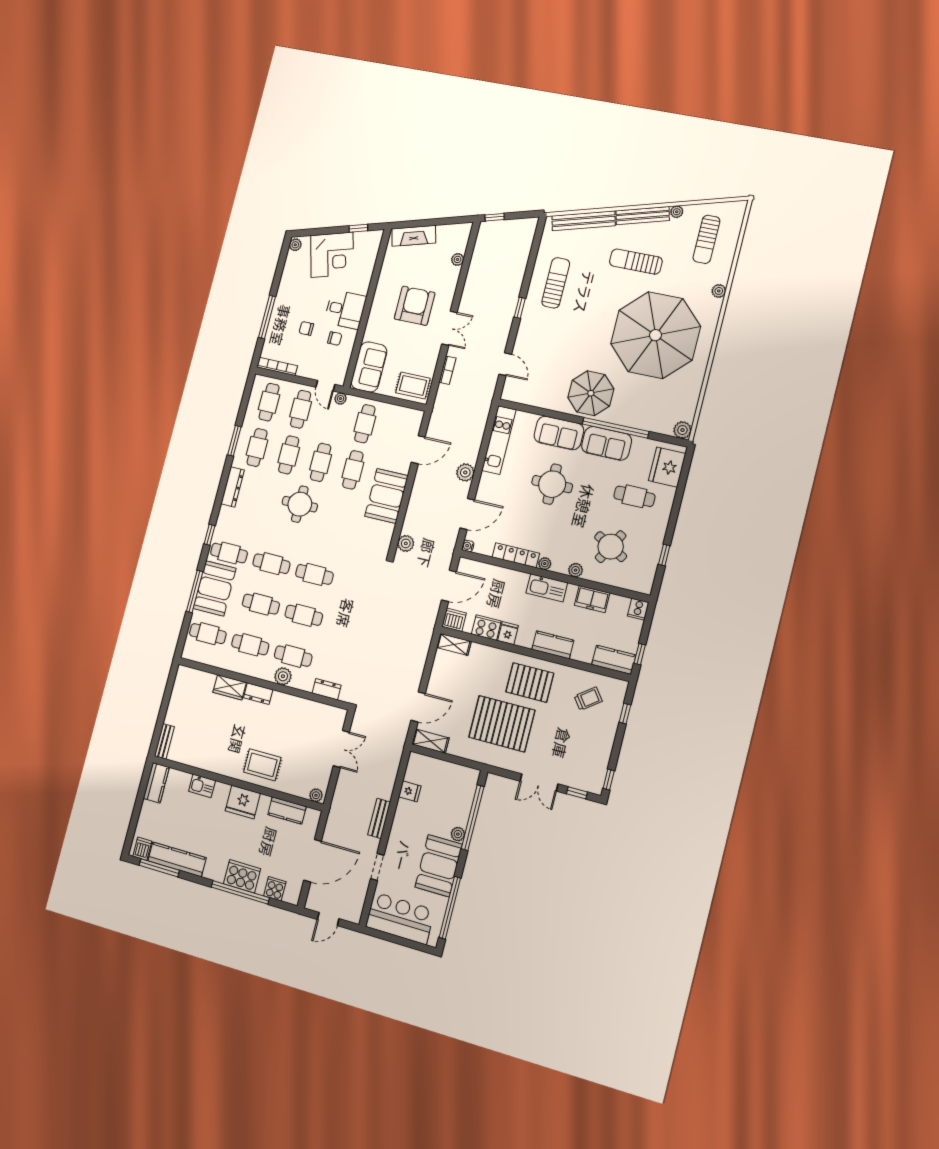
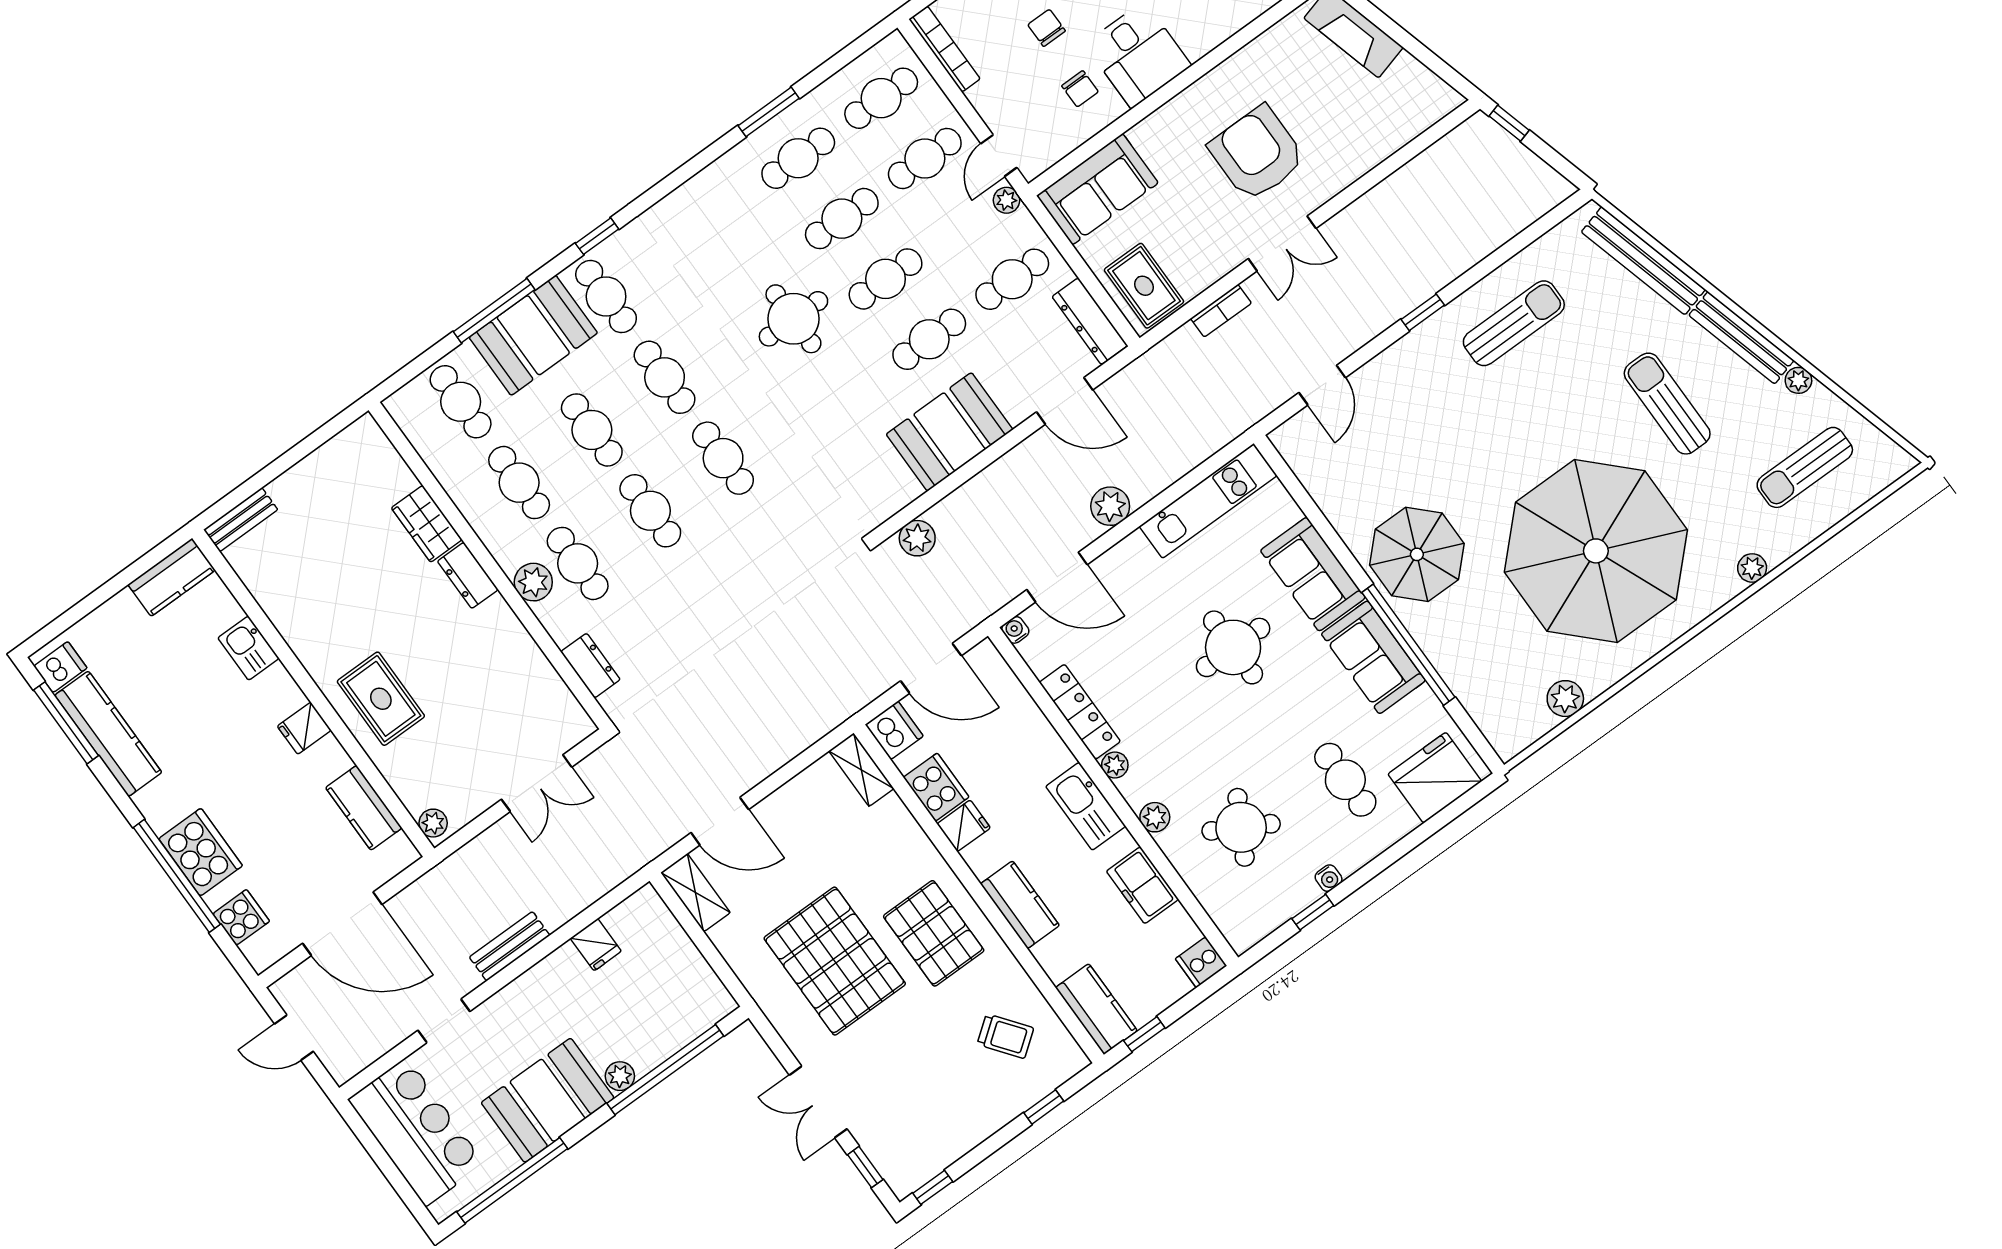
plant: (458, 259) -> (1391, 139), removed
armchair: (415, 306) -> (1257, 153), turned -90
plant: (682, 430) -> (1565, 699), moved
dresser: (233, 487) -> (1090, 321), moved, turned 90
water cooler: (659, 537) -> (1329, 878), added
fridge: (243, 802) -> (304, 728), width x0.53, depth x0.75

